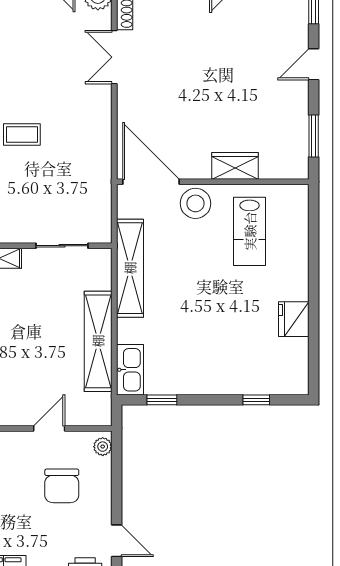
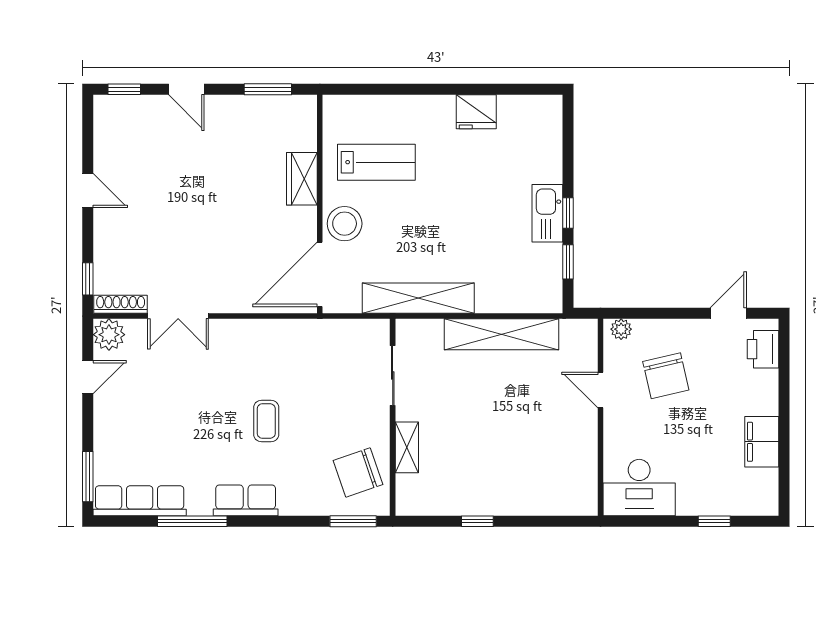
kitchen sink: (130, 370) -> (547, 213), moved, turned -90
window: (256, 400) -> (568, 213), moved
chair: (62, 486) -> (666, 376), turned 77

